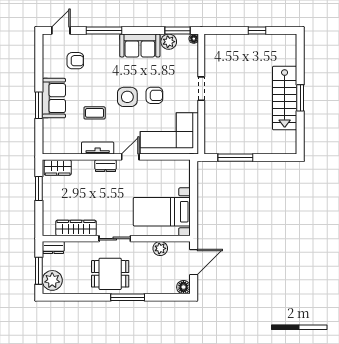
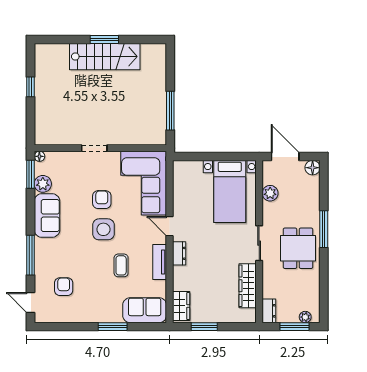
sofa: (54, 98) -> (145, 310), moved
plant: (52, 280) -> (305, 317), width x0.53, depth x0.53

